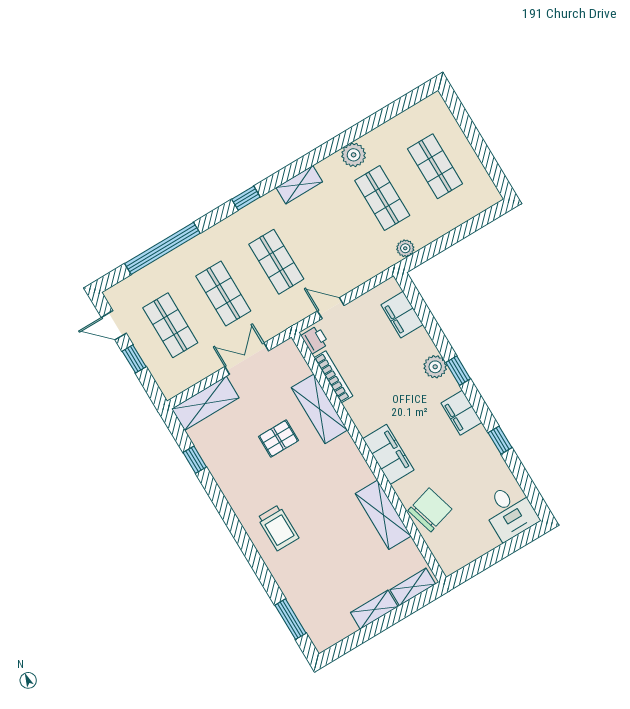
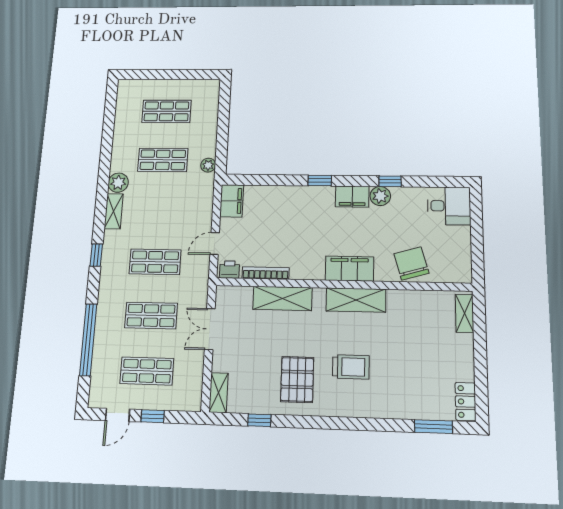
plant: (354, 155) -> (118, 183), moved
filing cabinet: (402, 315) -> (232, 201), moved, turned -90
plant: (435, 367) -> (380, 196), moved
shelving: (205, 403) -> (219, 393), width x0.67, depth x0.75
pallet: (278, 438) -> (297, 379), moved, width x1.50, depth x1.42
shelving: (383, 515) -> (356, 300), moved
trolley: (278, 528) -> (351, 367), moved
shelving: (374, 610) -> (465, 355), removed
locker: (331, 635) -> (466, 402), added

